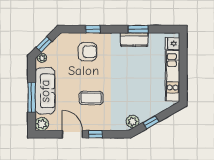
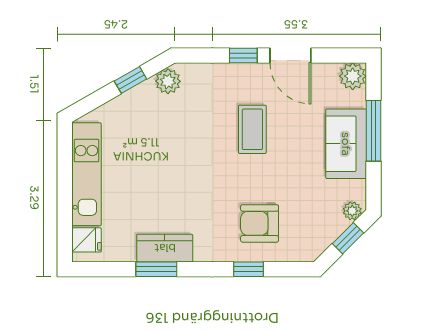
sofa: (45, 91) -> (346, 144), width x0.73
coffee table: (91, 98) -> (252, 129), turned 90

